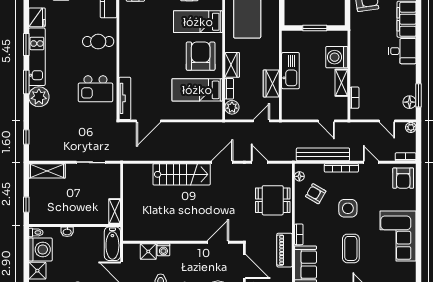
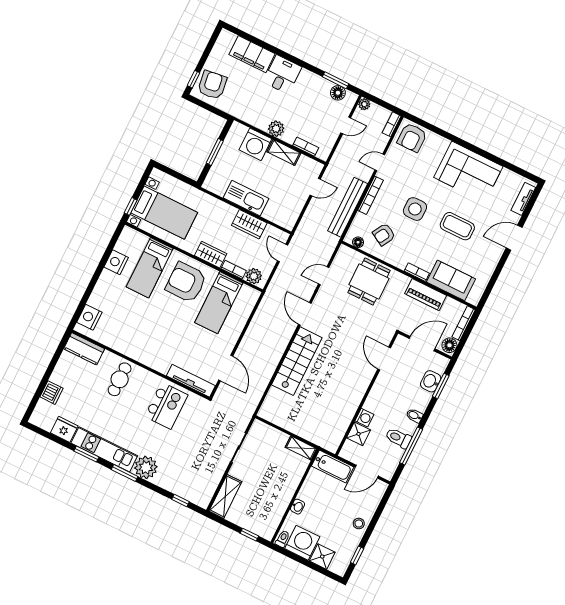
plant: (357, 67) -> (276, 129), added
armchair: (403, 178) -> (412, 138), turned 90

